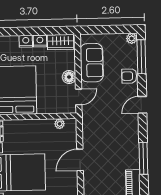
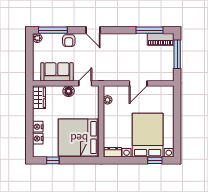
nightstand: (40, 41) -> (38, 139), moved
door: (79, 97) -> (85, 83), hinge flipped
window: (143, 158) -> (149, 30), moved
door: (80, 160) -> (138, 83), hinge flipped

